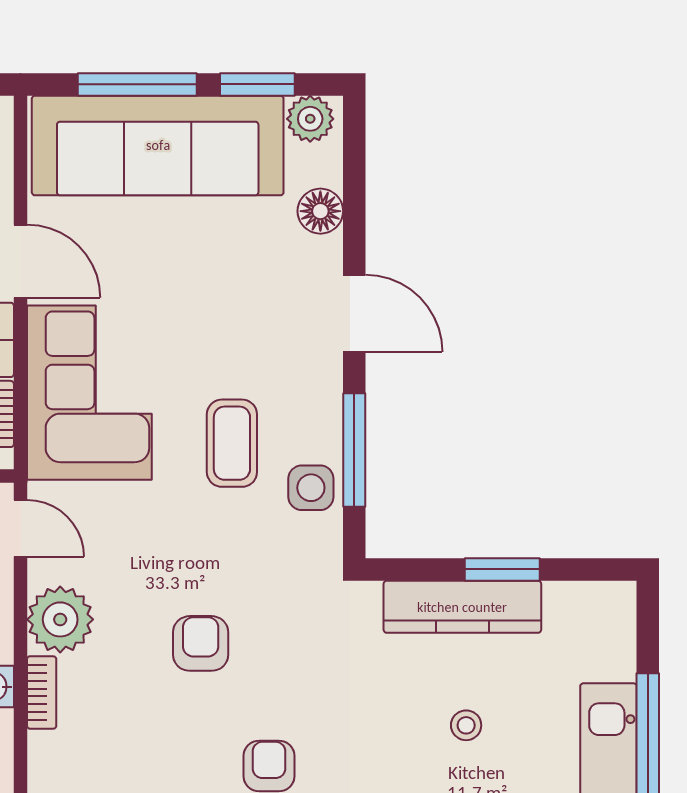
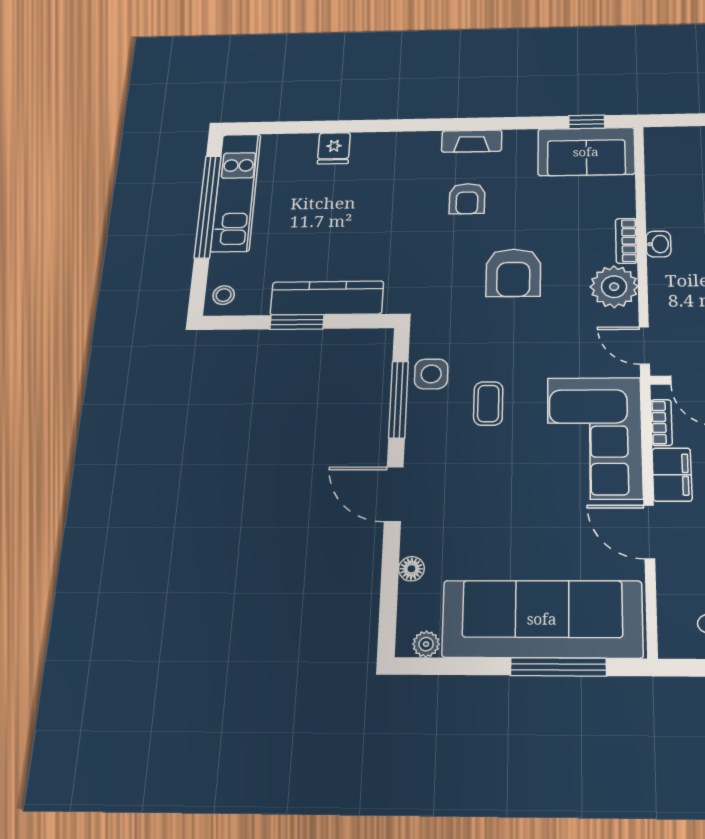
window: (257, 84) -> (462, 666), removed
plant: (310, 119) -> (426, 644), width x0.73, depth x0.73
floor lamp: (320, 211) -> (411, 569), width x0.73, depth x0.73
coffee table: (232, 443) -> (488, 403), width x0.73, depth x0.77
armchair: (201, 643) -> (513, 273), width x1.38, depth x1.38
stool: (466, 725) -> (224, 295), moved

